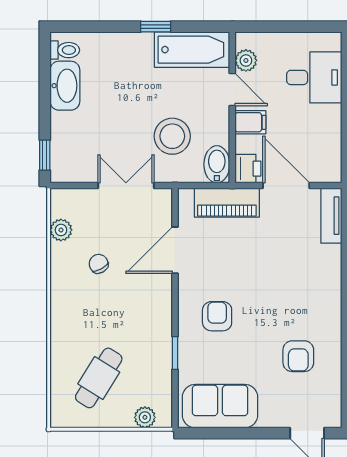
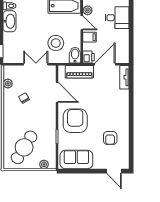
door: (286, 186) -> (105, 64), hinge flipped
door: (175, 250) -> (57, 92), swing flipped
armchair: (217, 316) -> (75, 121), width x1.88, depth x1.88
cafe table: (99, 378) -> (24, 147), width x1.37, depth x1.35

